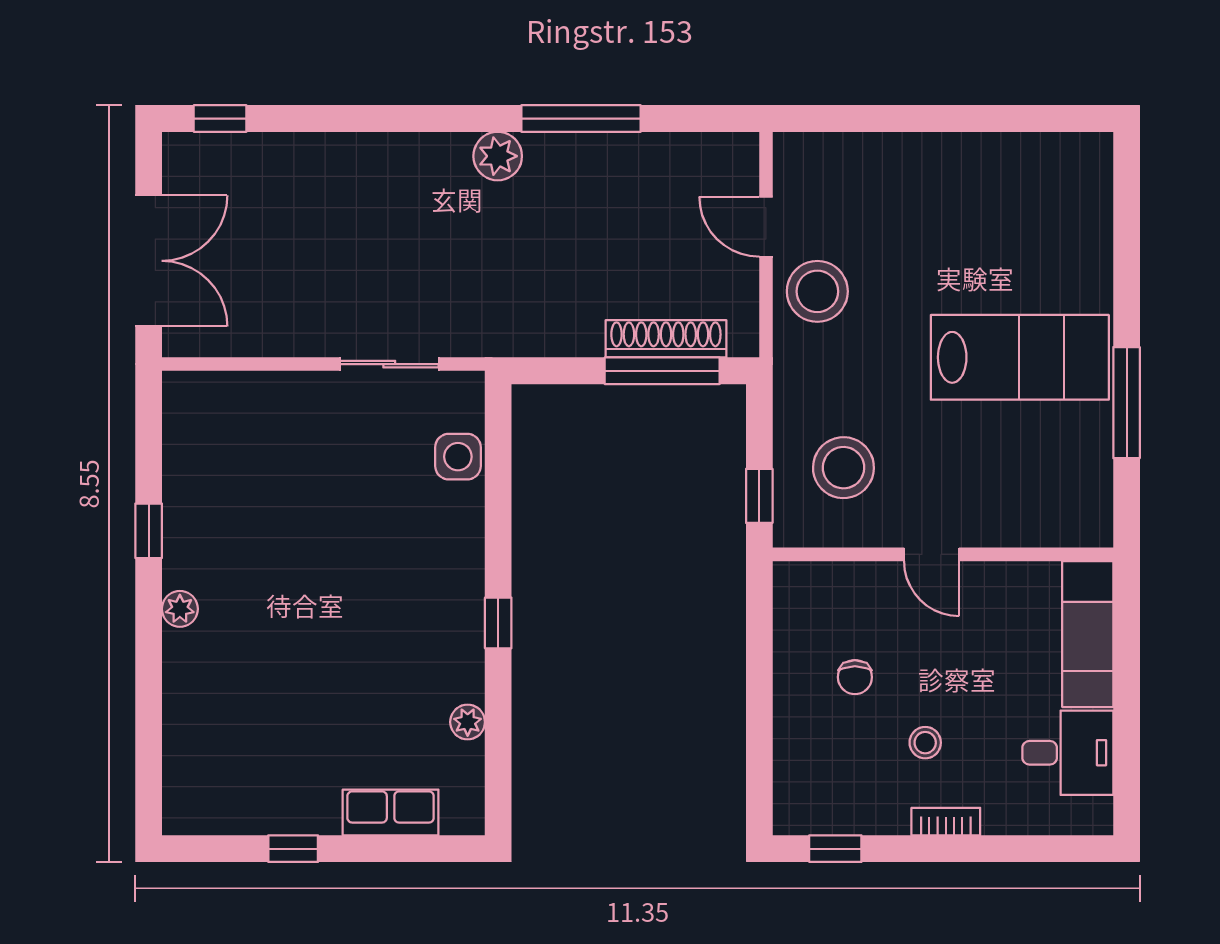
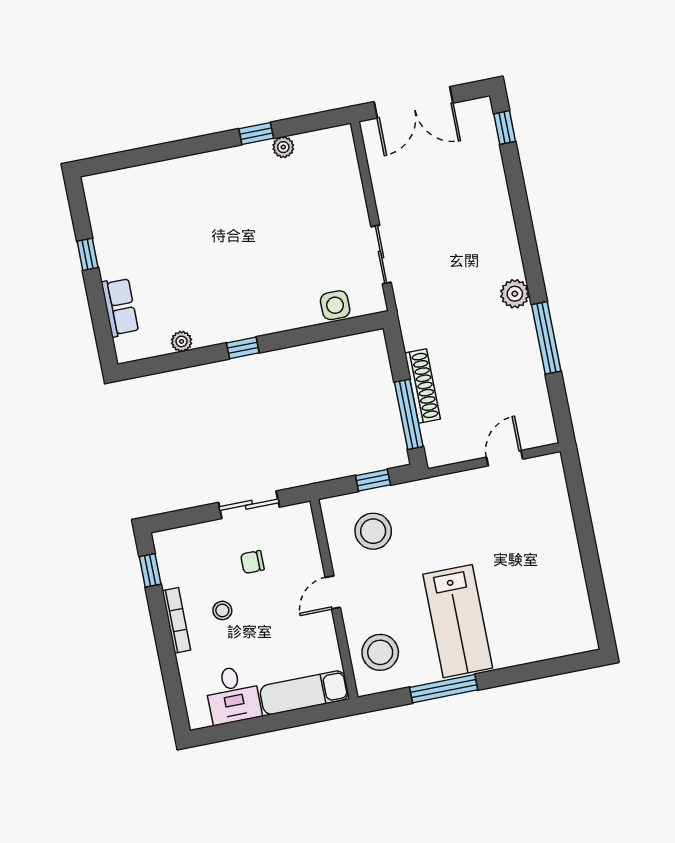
stool: (817, 291) -> (380, 652), moved
shoe rack: (666, 339) -> (422, 386), moved
window: (759, 496) -> (373, 480), moved
plant: (180, 609) -> (283, 147), moved
sliding door: (759, 664) -> (249, 505), added
bookcase: (946, 822) -> (176, 620), width x1.56

